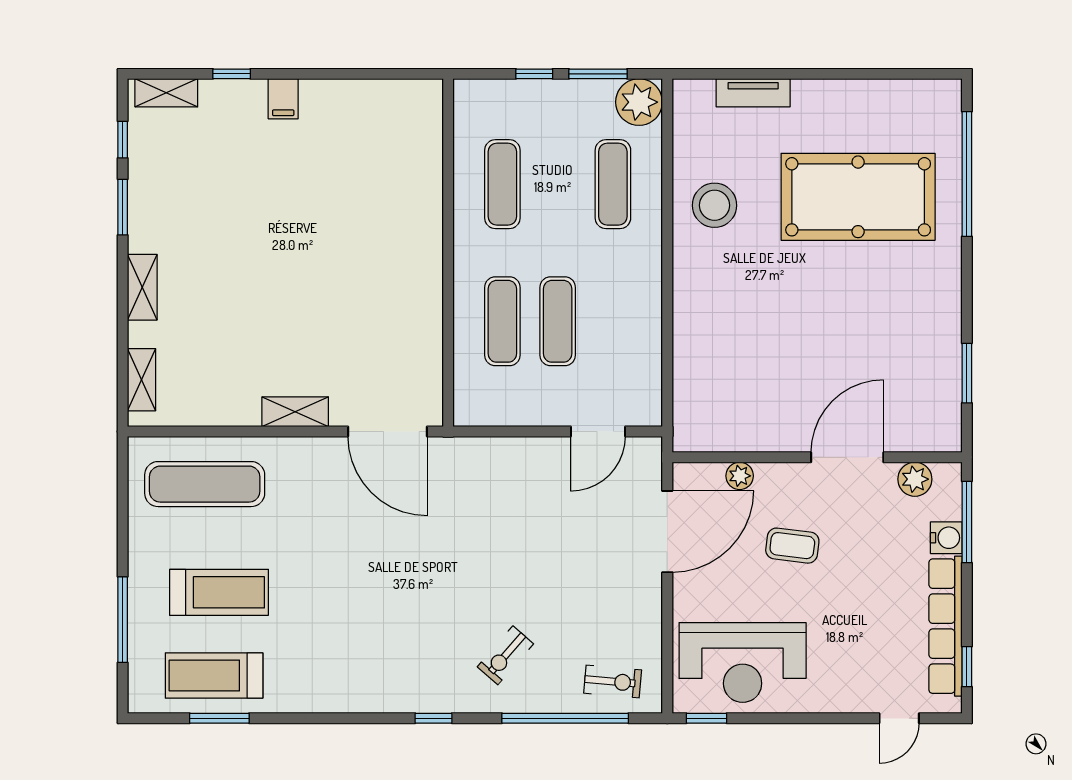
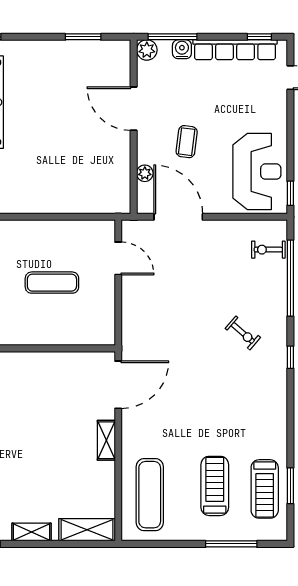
exercise mat: (502, 321) -> (52, 316), removed
shelving: (141, 380) -> (87, 530), width x1.50, depth x1.33
plant: (915, 479) -> (147, 50), moved
exercise bike: (505, 655) -> (243, 333), moved
exercise bike: (613, 681) -> (268, 250), turned -95

